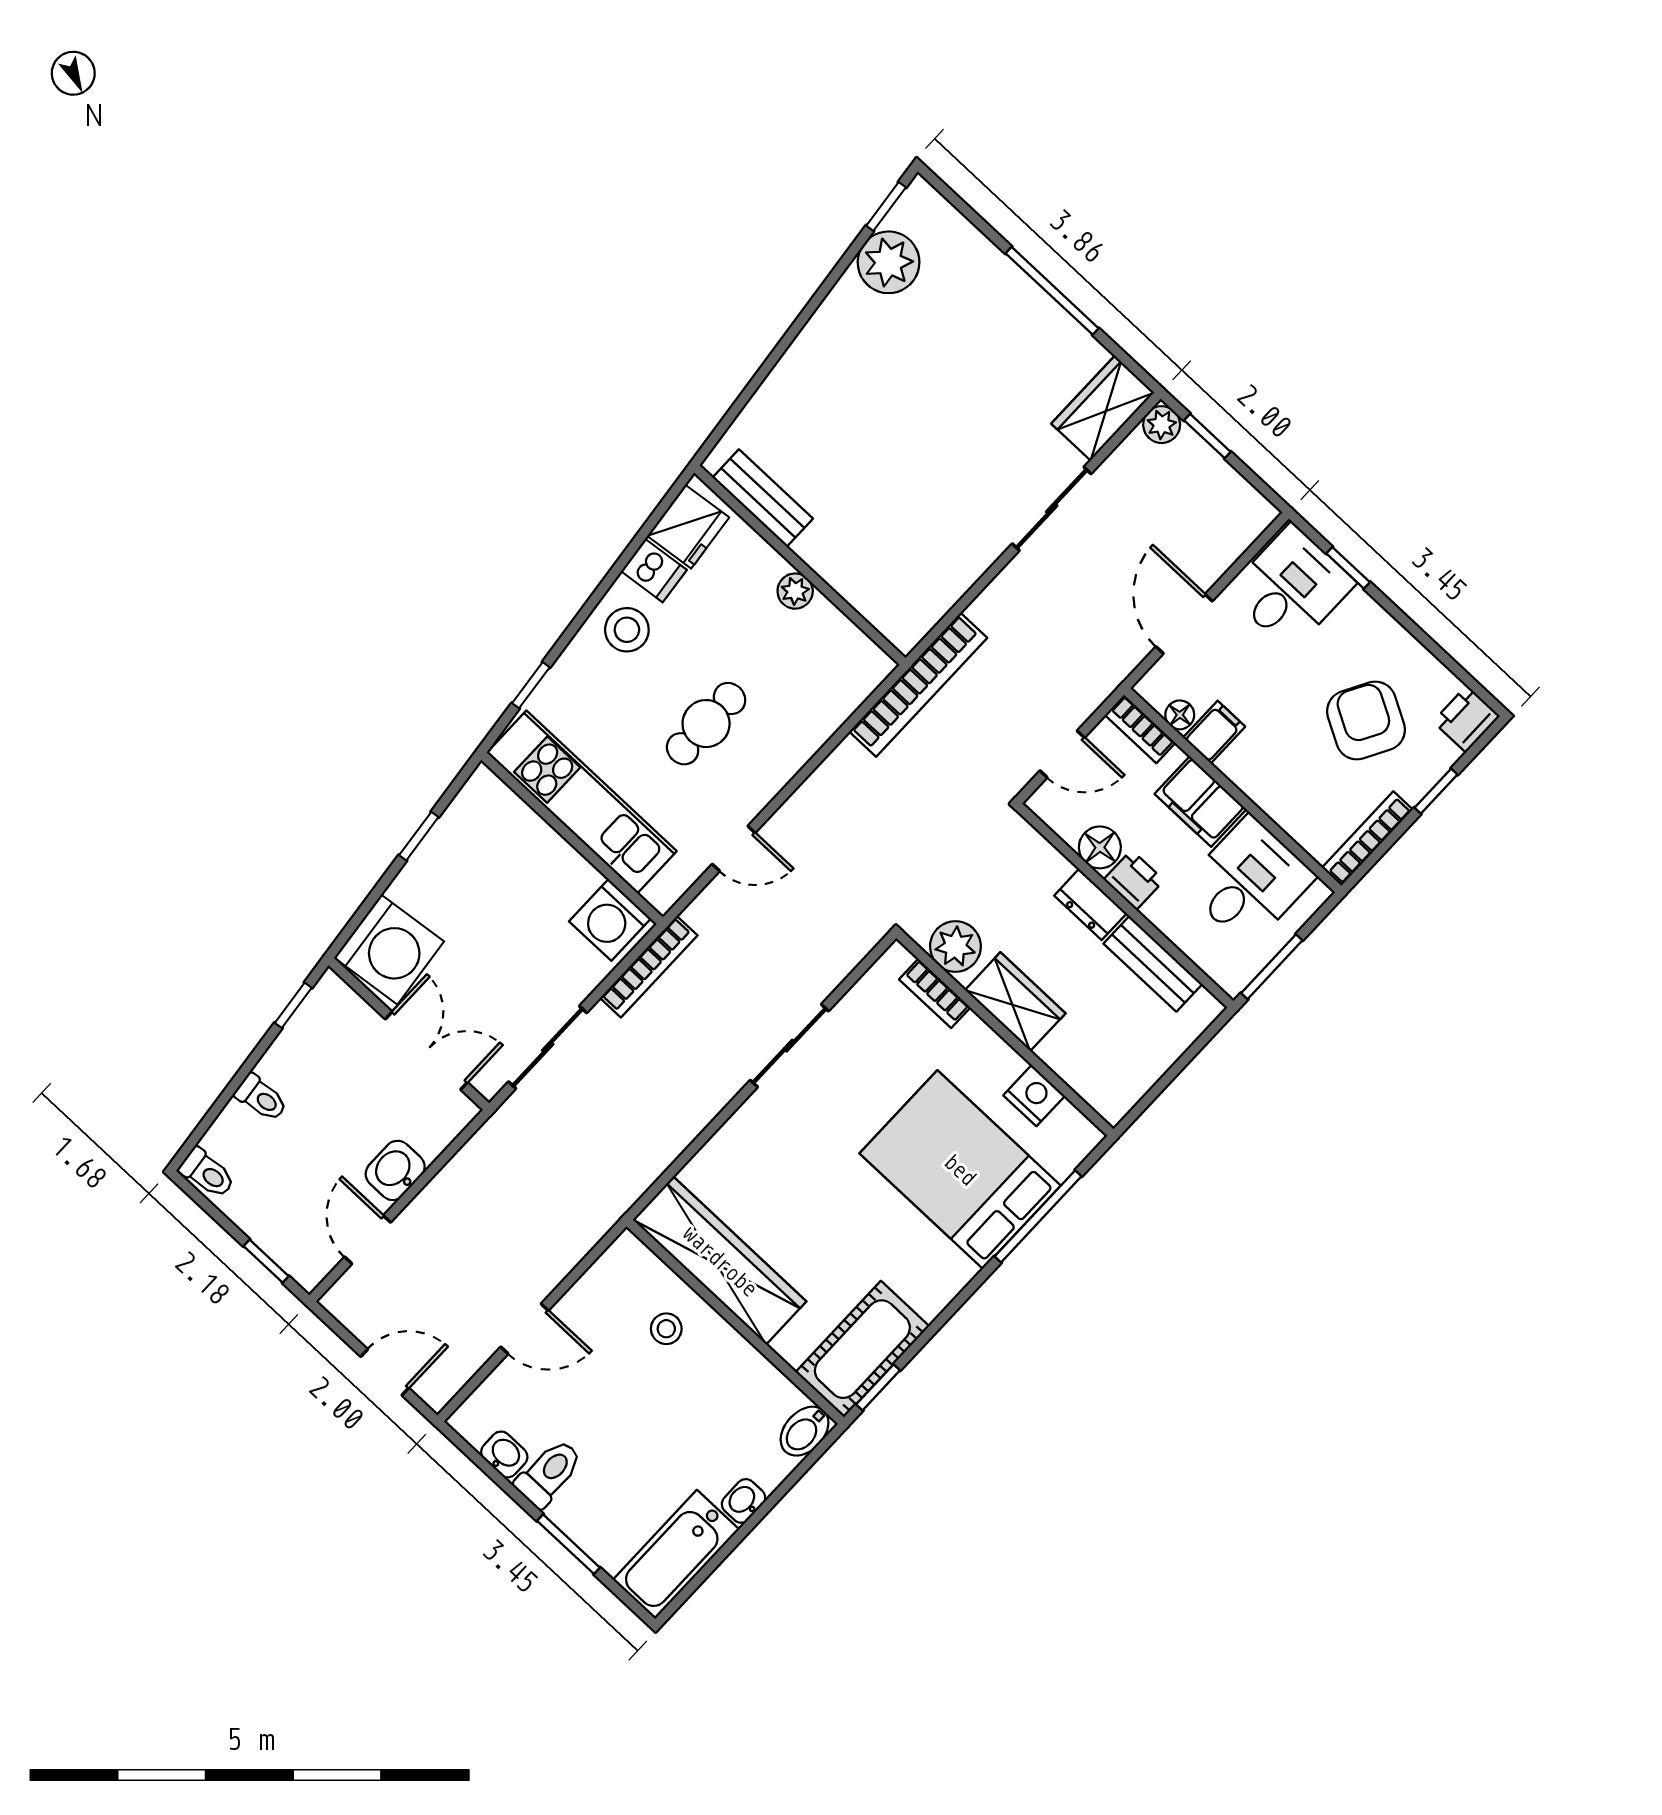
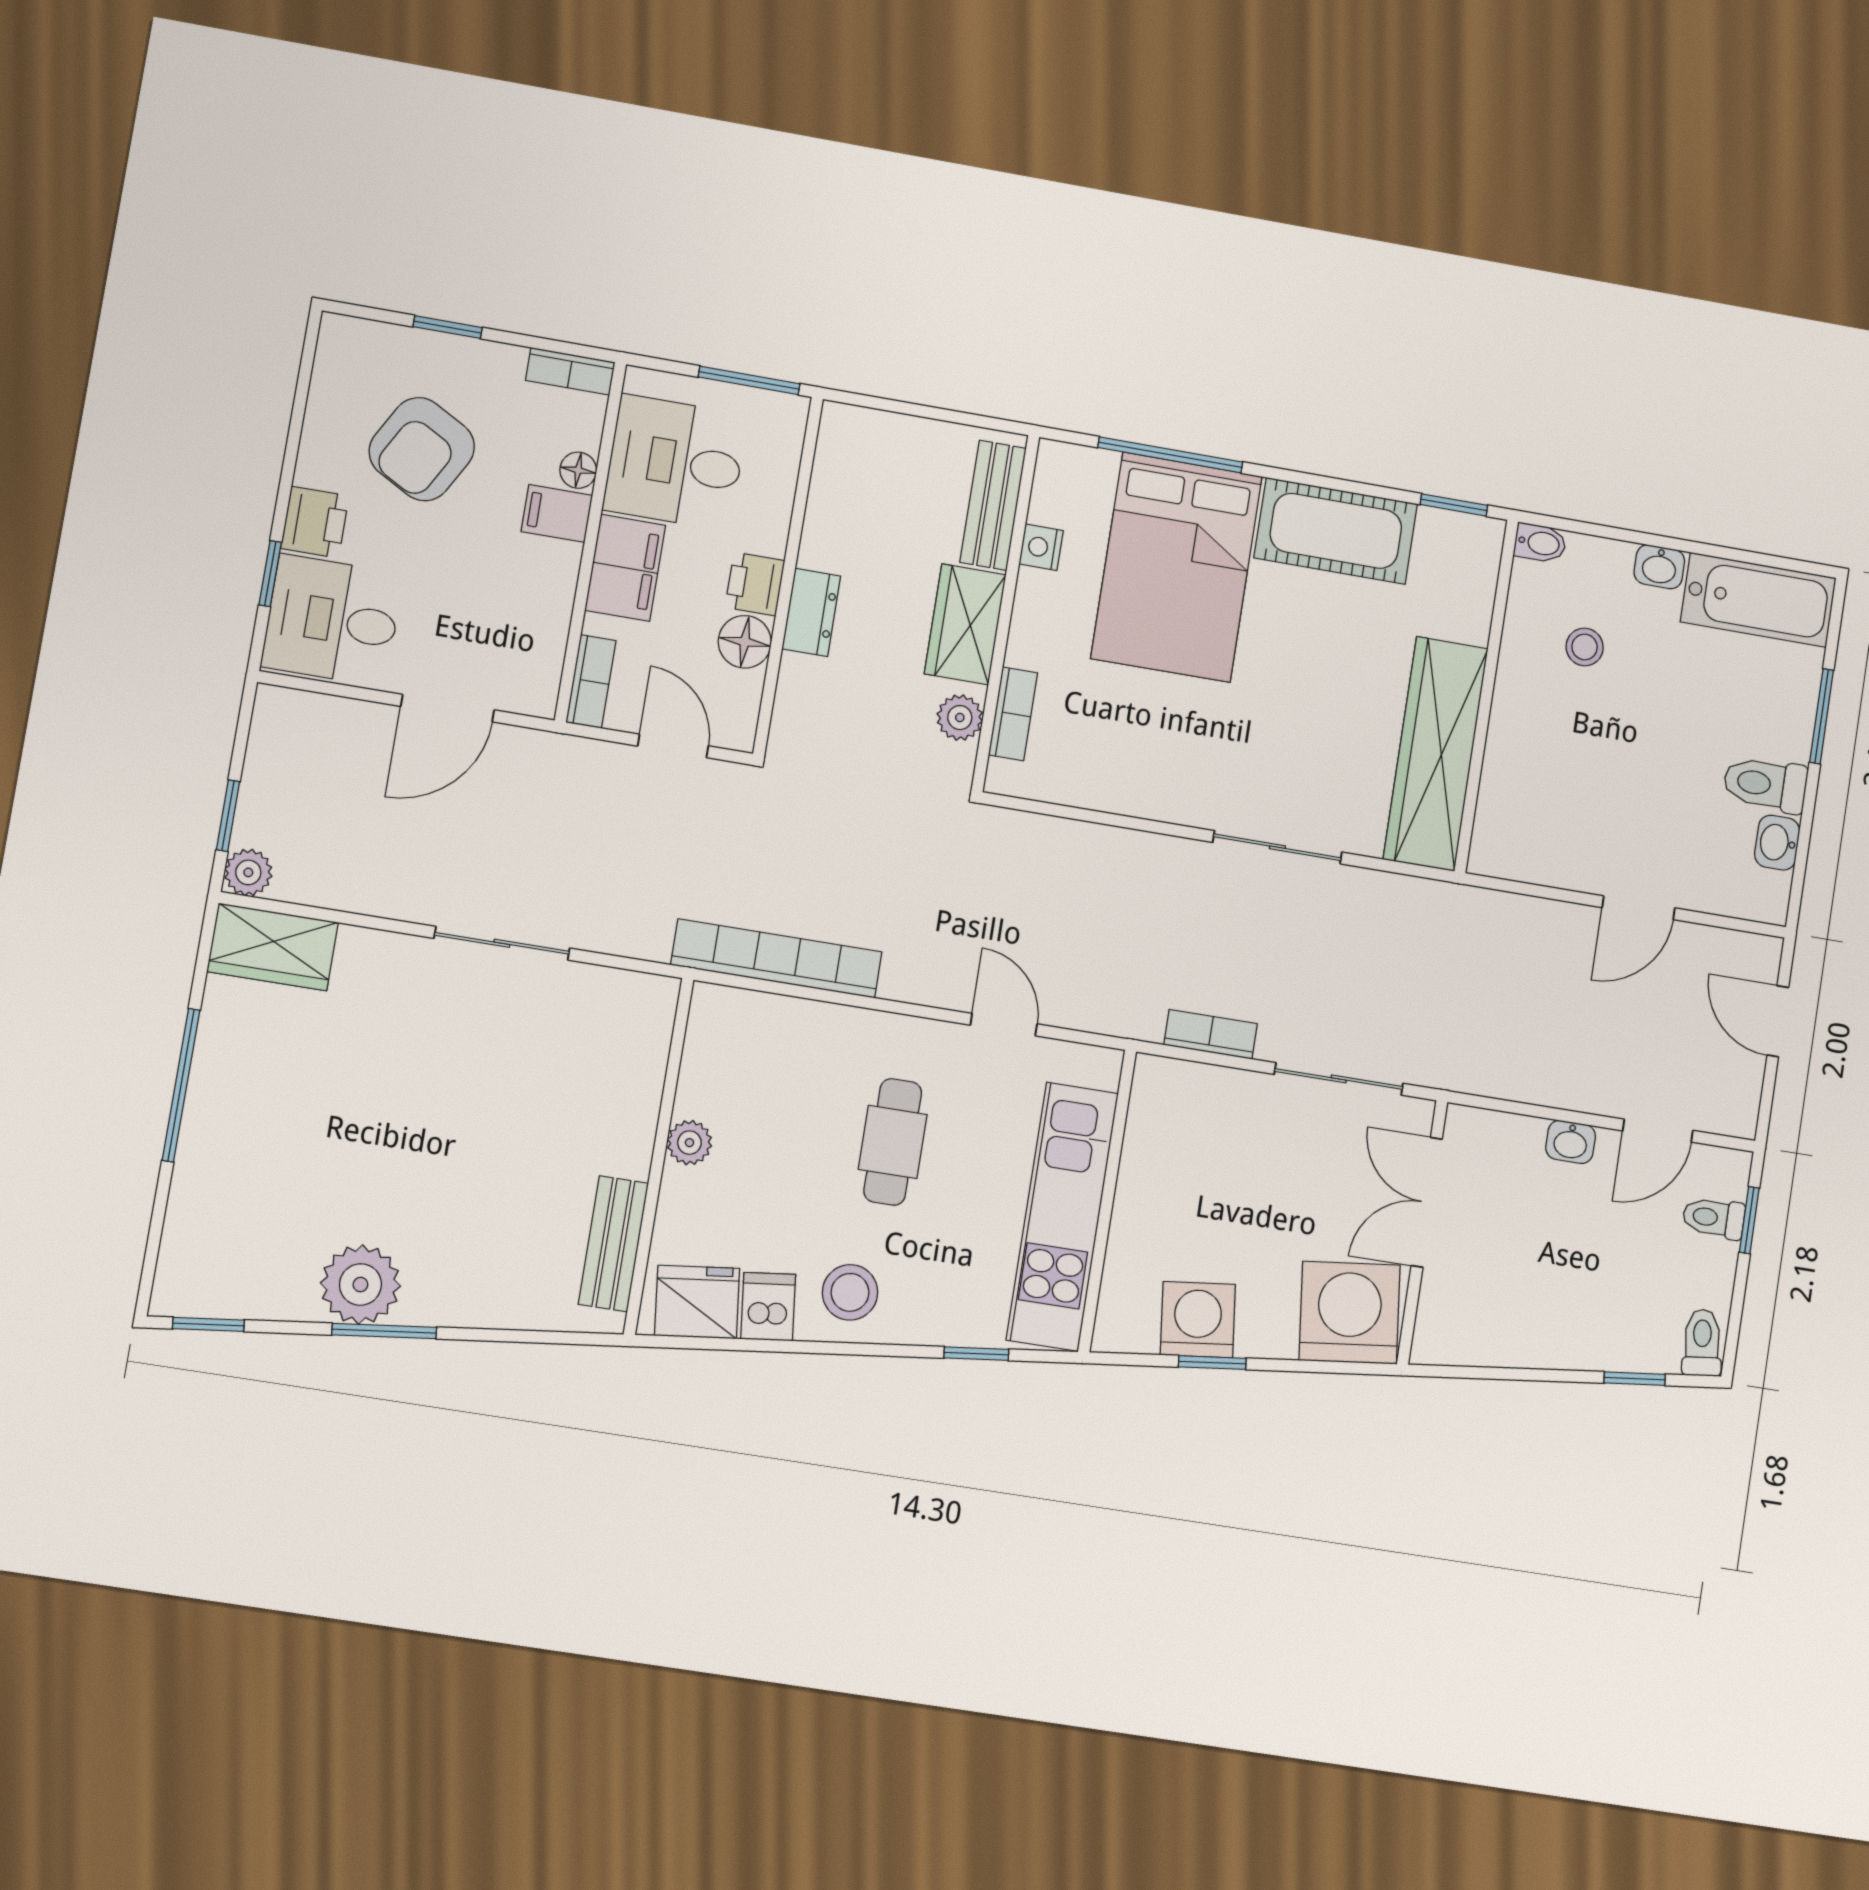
plant: (889, 262) -> (360, 1285), moved
window: (806, 314) -> (384, 1331), added
sliding door: (1052, 509) -> (502, 943), moved
bookcase: (918, 685) -> (776, 958), moved
floor lamp: (1180, 715) -> (578, 470), moved
printer: (1466, 719) -> (315, 522), moved, turned -90
cafe table: (706, 724) -> (893, 1142), turned 90
filing cabinet: (1214, 732) -> (557, 513), moved
bookcase: (1367, 839) -> (570, 371), width x0.64
washing machine: (610, 920) -> (1198, 1320), moved, turned -97
plant: (955, 946) -> (960, 718), width x0.73, depth x0.73
bench: (1153, 964) -> (993, 505), moved
bookcase: (649, 967) -> (1211, 1034), width x0.64
window: (293, 1005) -> (1635, 1379), moved
sliding door: (789, 1046) -> (1277, 847), moved
nightstand: (1034, 1096) -> (1041, 547), width x0.72, depth x0.74
toilet: (261, 1098) -> (1714, 1218), moved, turned -83
washbasin: (395, 1170) -> (1571, 1142), width x0.72, depth x0.69
door: (525, 1329) -> (1638, 908), swing flipped
stool: (666, 1329) -> (1585, 647), moved
cot: (862, 1349) -> (1336, 531), moved
bidet: (805, 1431) -> (1540, 543), width x0.72, depth x0.74

